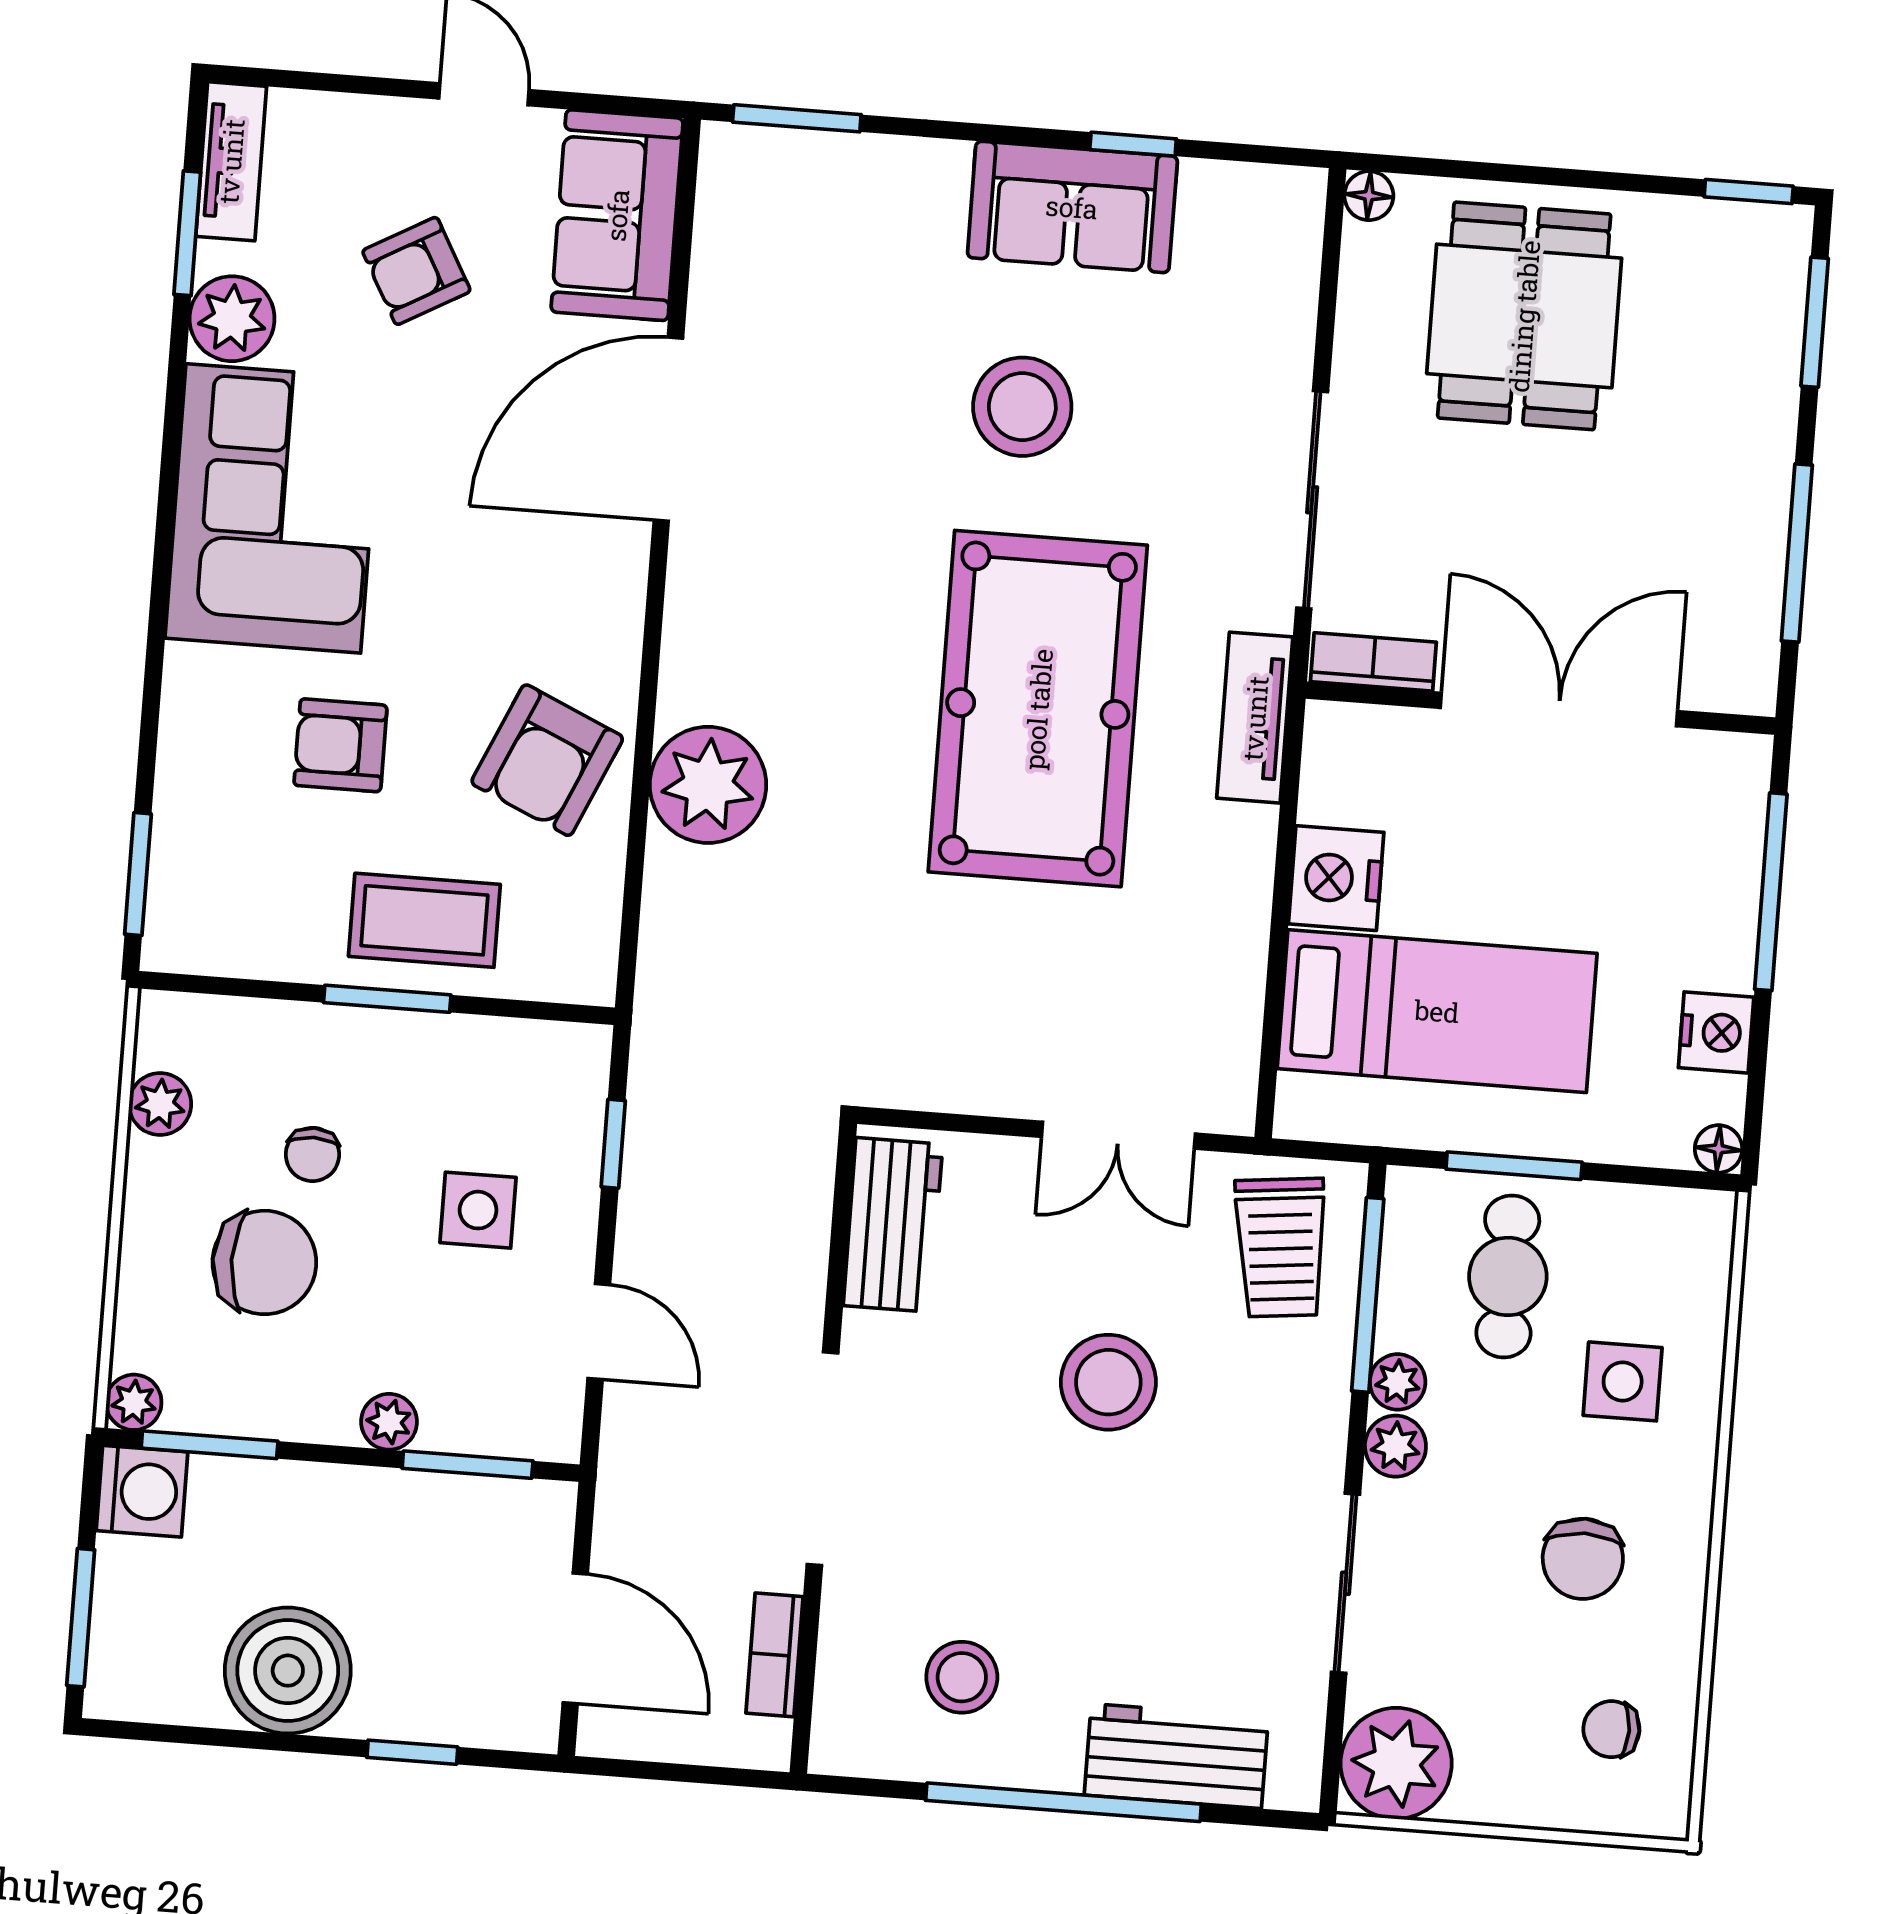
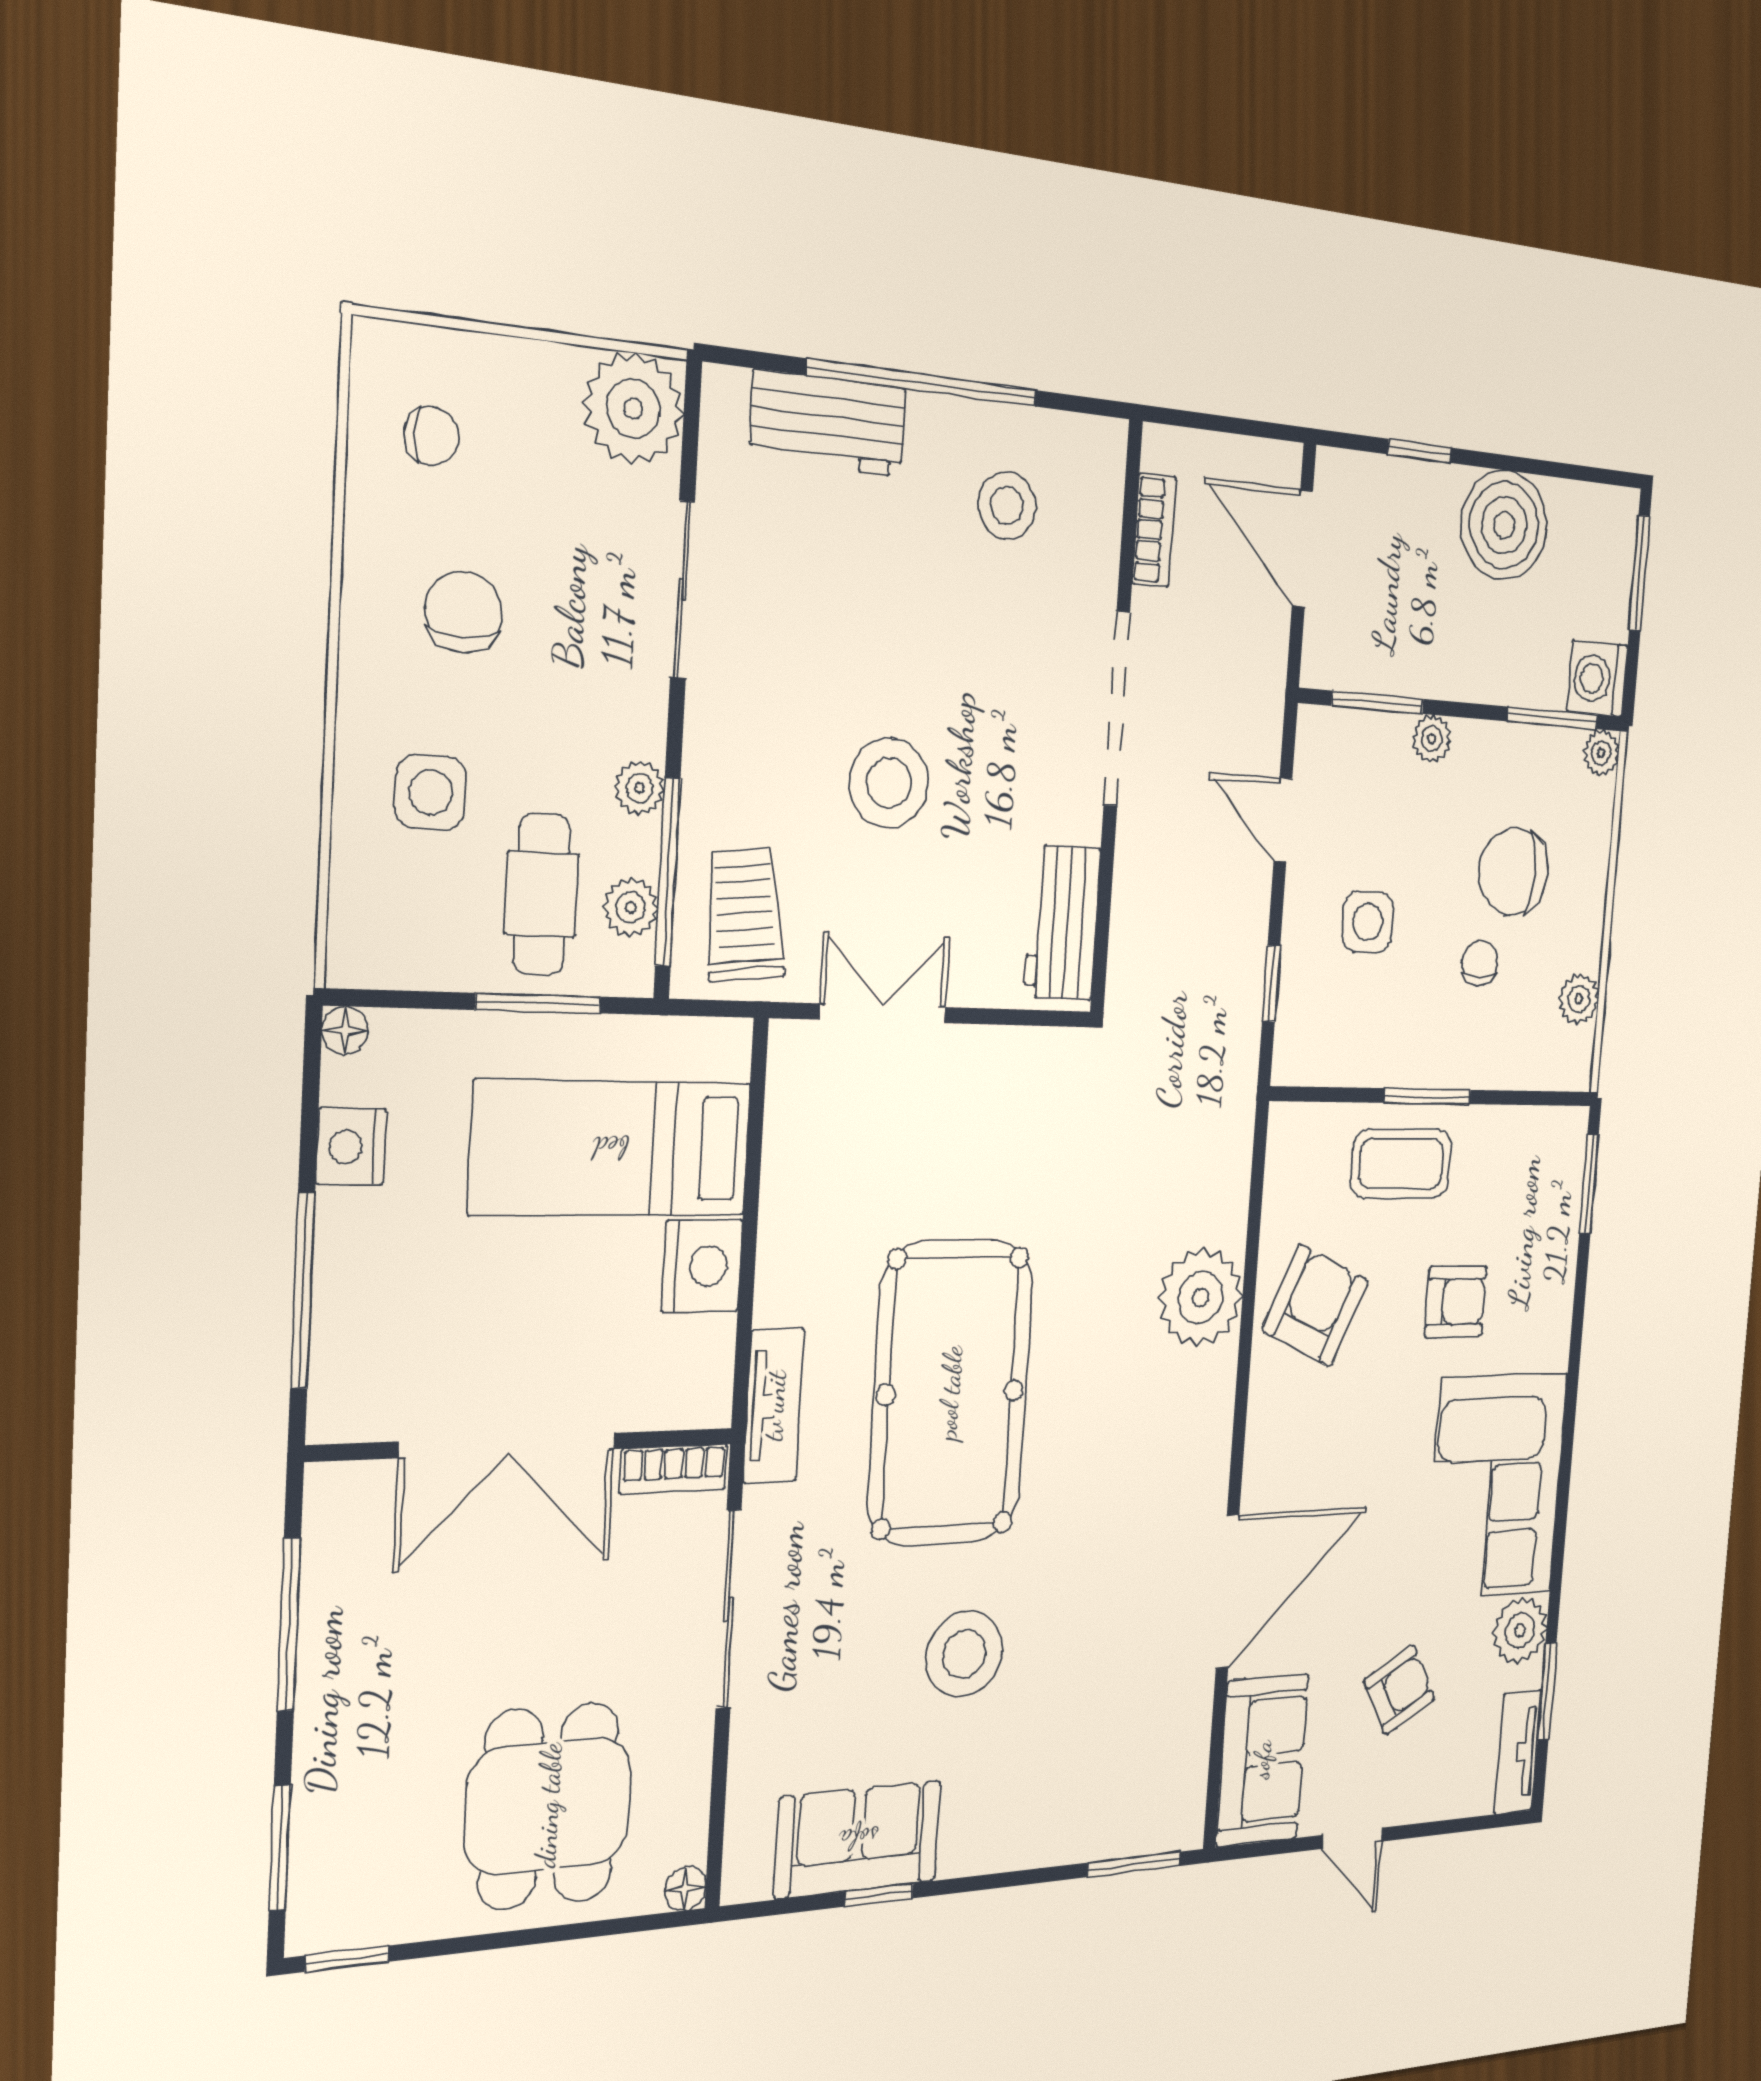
sofa: (1072, 207) -> (858, 1839), moved
plant: (1395, 1446) -> (631, 907), moved

